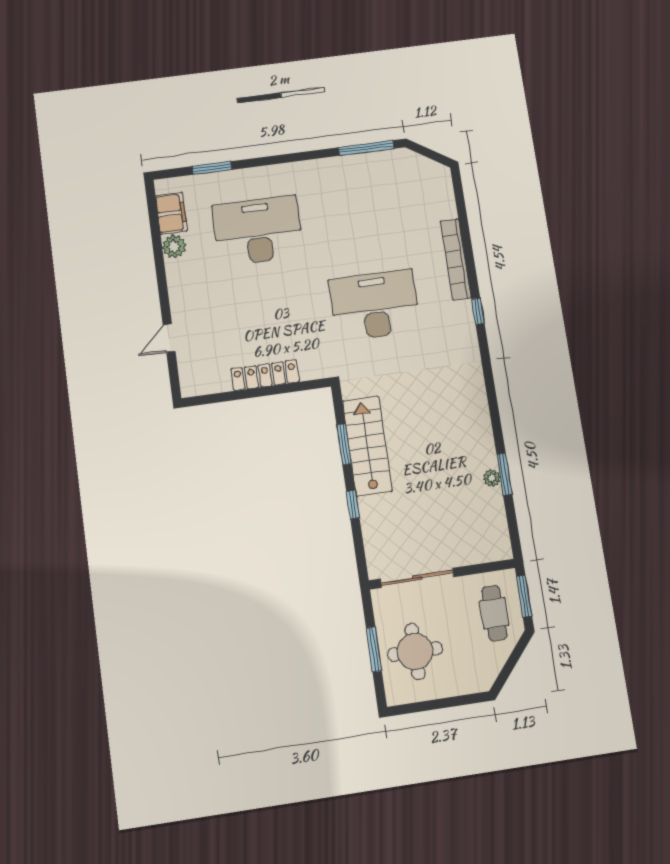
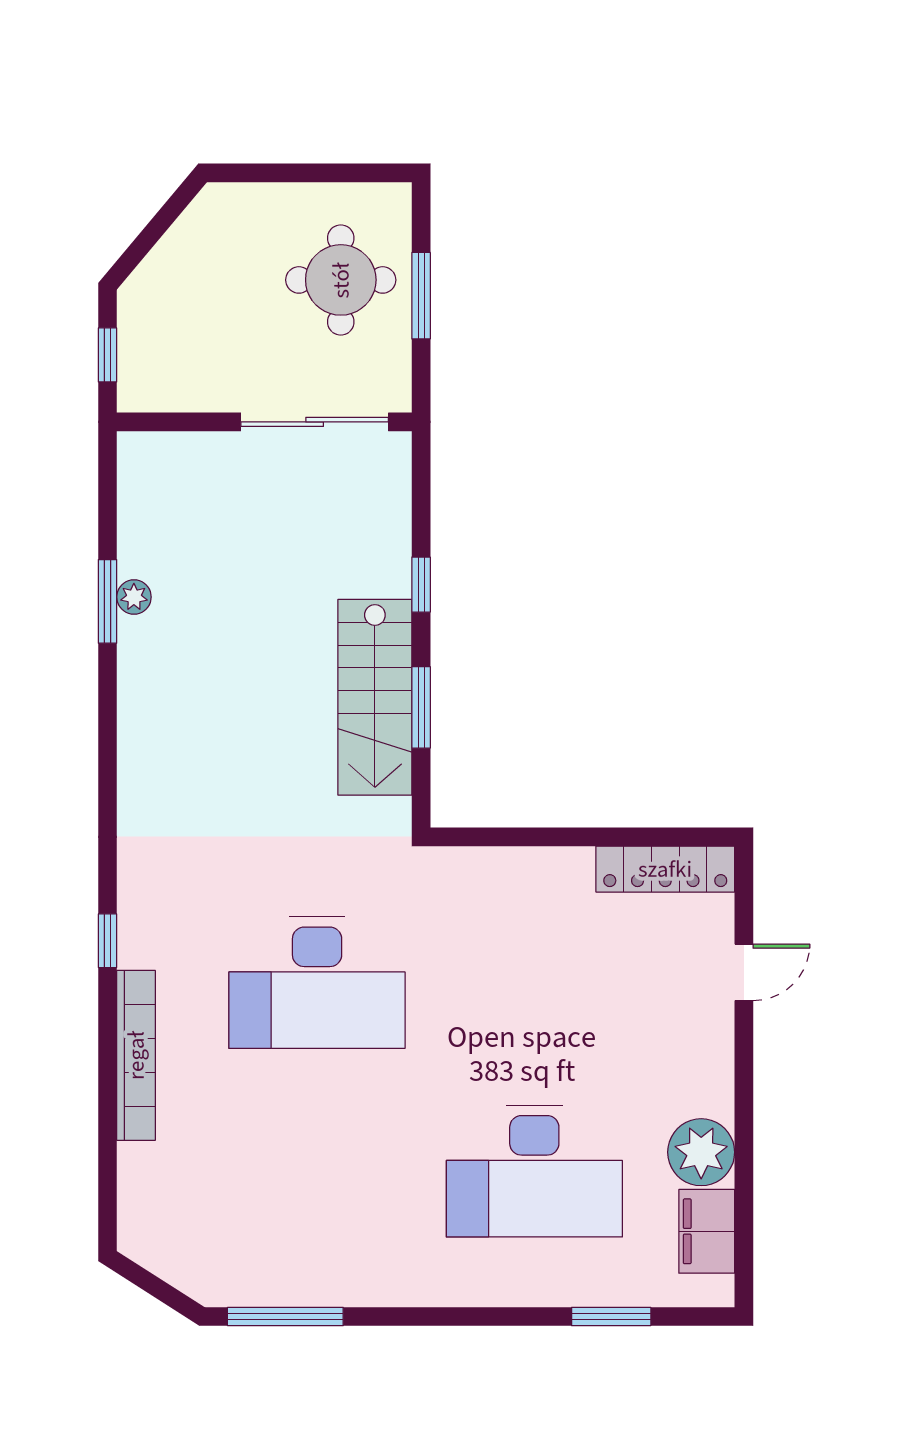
plant: (174, 246) -> (701, 1152), width x1.36, depth x1.36
locker: (265, 375) -> (665, 869), moved
window: (524, 596) -> (108, 355), width x0.67
cafe table: (494, 613) -> (172, 331), removed

